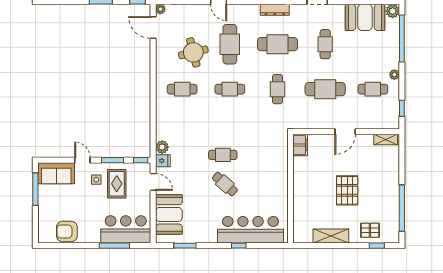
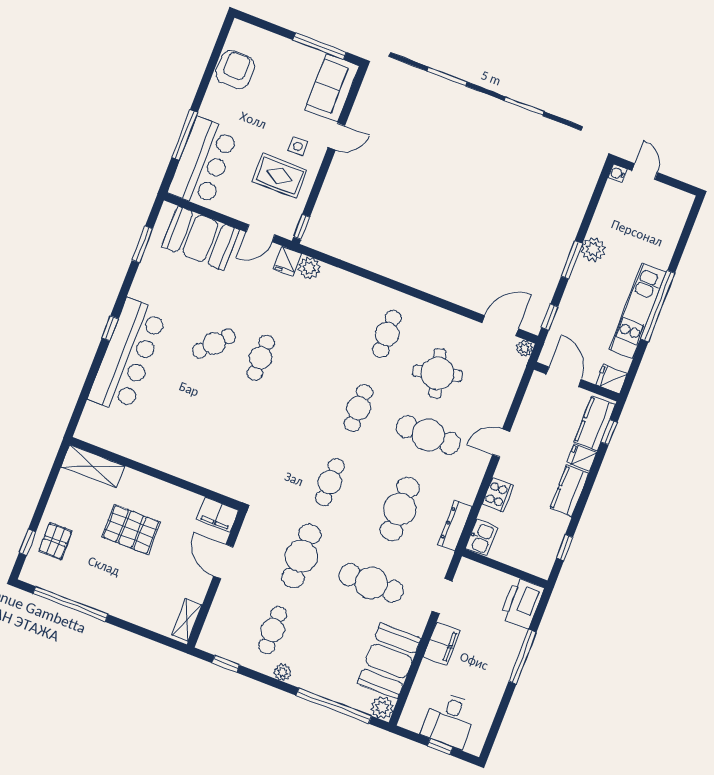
cafe table: (325, 44) -> (371, 583), width x1.37, depth x1.35
cafe table: (277, 89) -> (330, 482), turned 90
filing cabinet: (300, 145) -> (218, 515), moved
window: (112, 160) -> (318, 183), removed
wall: (291, 189) -> (156, 473), moved
shelving: (331, 236) -> (93, 466), moved, turned 90

